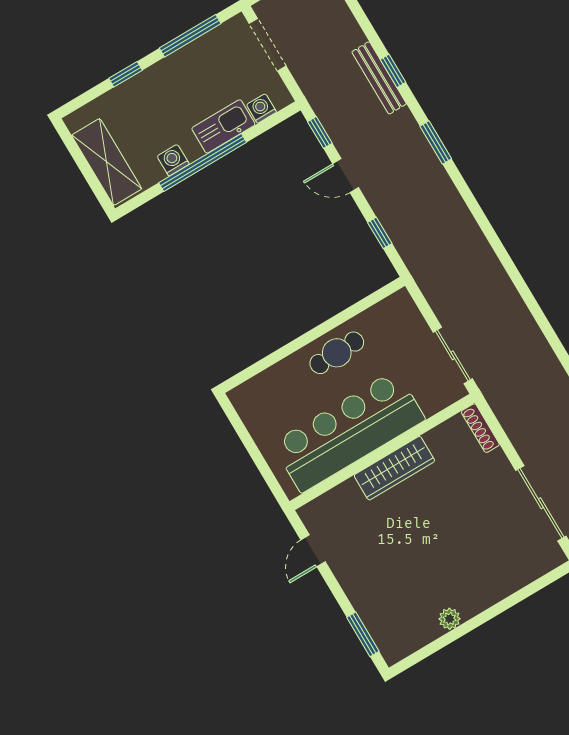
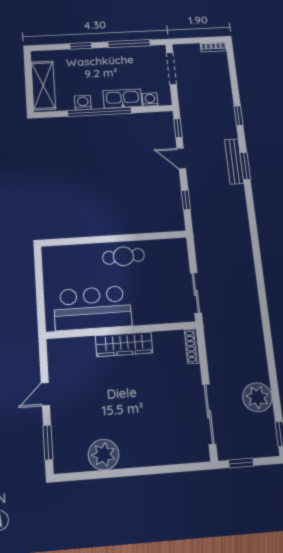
bench: (379, 78) -> (234, 161), moved
bar counter: (348, 431) -> (92, 308), width x0.73
door: (313, 551) -> (45, 394), moved
plant: (450, 619) -> (104, 455), width x1.87, depth x1.87

